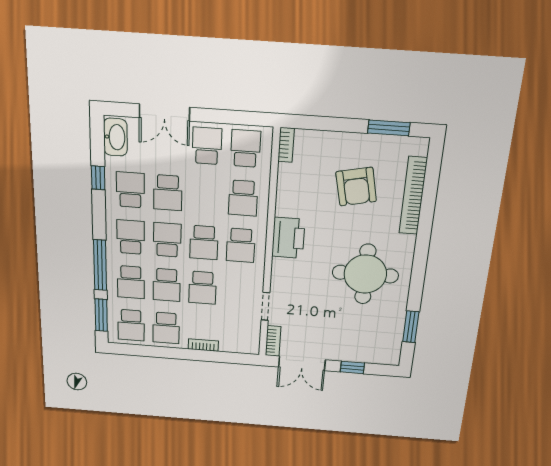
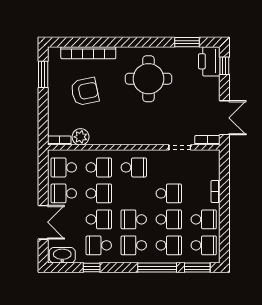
plant: (289, 176) -> (81, 137), added
printer: (288, 238) -> (209, 61), moved, turned -90
school desk: (204, 243) -> (99, 193), moved
window: (352, 367) -> (224, 66), moved

